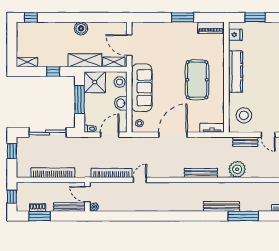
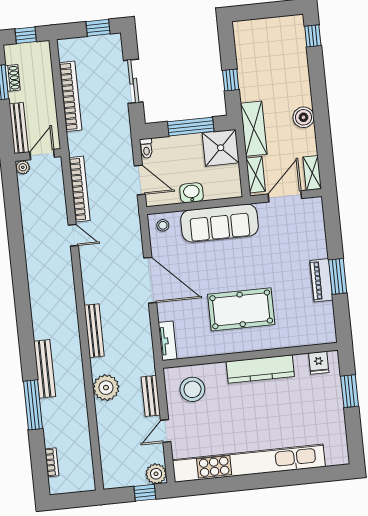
piano: (211, 28) -> (321, 280), moved
shelving: (27, 62) -> (312, 173), moved
stool: (120, 82) -> (225, 187), removed
sliding door: (48, 132) -> (133, 81), width x0.73

